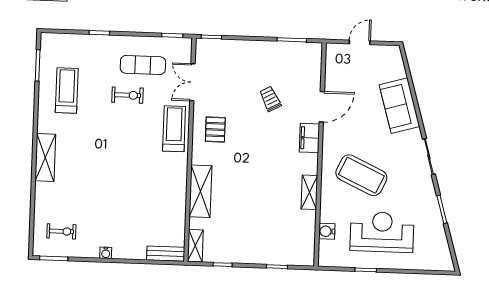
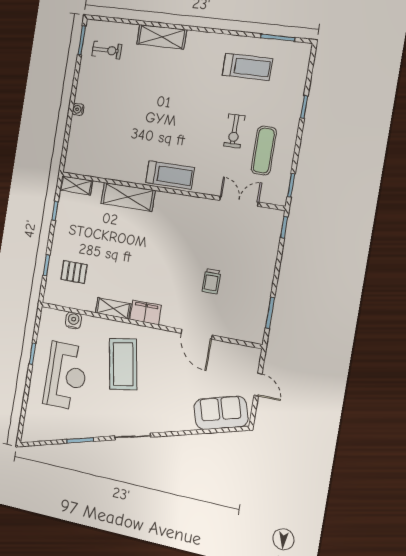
trolley: (270, 99) -> (211, 281), turned 118
sofa: (399, 106) -> (221, 413), moved
treadmill: (174, 129) -> (170, 175), moved
pallet: (215, 130) -> (74, 272), moved
filing cabinet: (309, 138) -> (146, 312), moved
shelving: (45, 158) -> (162, 37), moved
coffee table: (361, 175) -> (123, 364), turned -35
exercise bike: (61, 231) -> (107, 50), turned -90
water cooler: (106, 253) -> (78, 109), moved
bench: (166, 254) -> (72, 154), removed

